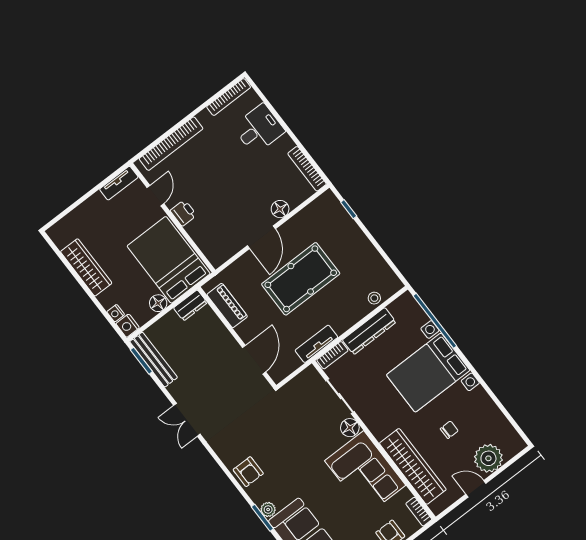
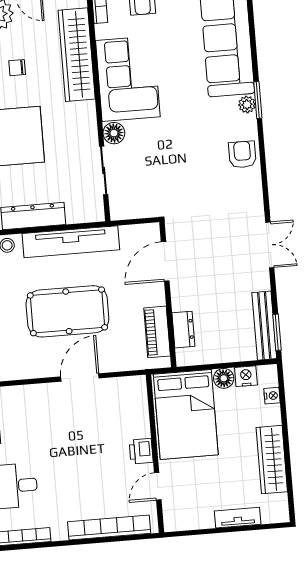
tv unit: (119, 183) -> (238, 518), moved
floor lamp: (280, 209) -> (43, 393), removed
dresser: (190, 305) -> (183, 330), moved, turned 90
nightstand: (128, 326) -> (246, 376), moved, turned -90
tv unit: (316, 344) -> (71, 242), width x1.92, depth x1.29
bookcase: (332, 355) -> (85, 216), removed

